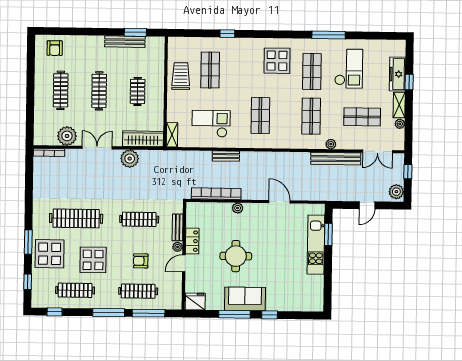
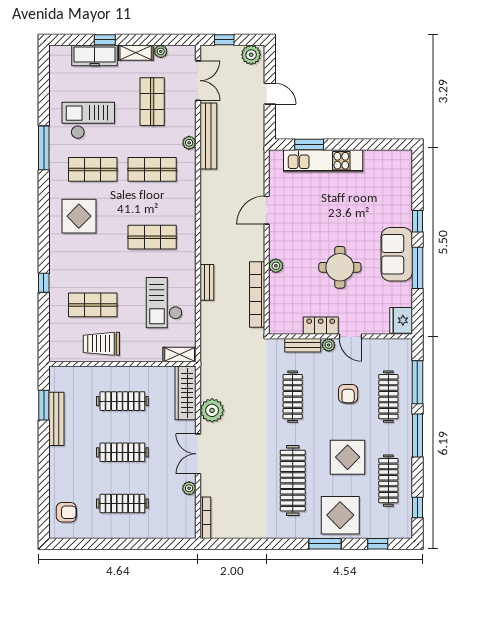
clothes rail: (138, 91) -> (122, 401), width x1.36
plant: (67, 136) -> (189, 488), width x0.53, depth x0.53

